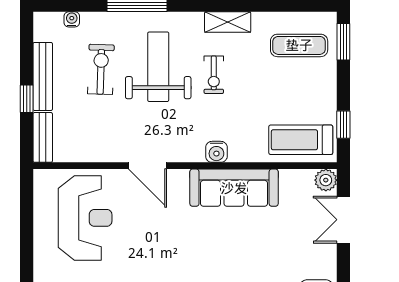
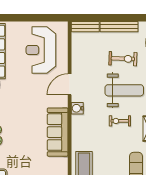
window: (27, 99) -> (107, 18), removed
water cooler: (216, 152) -> (77, 108), moved
reception desk: (85, 218) -> (41, 50), turned 90

